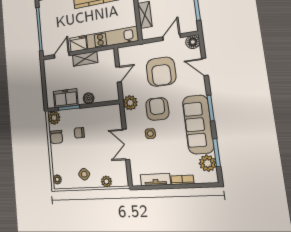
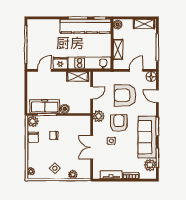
shelving: (85, 59) -> (78, 76), moved
armchair: (161, 72) -> (125, 95), turned 90
freezer: (66, 98) -> (45, 106), width x1.40

